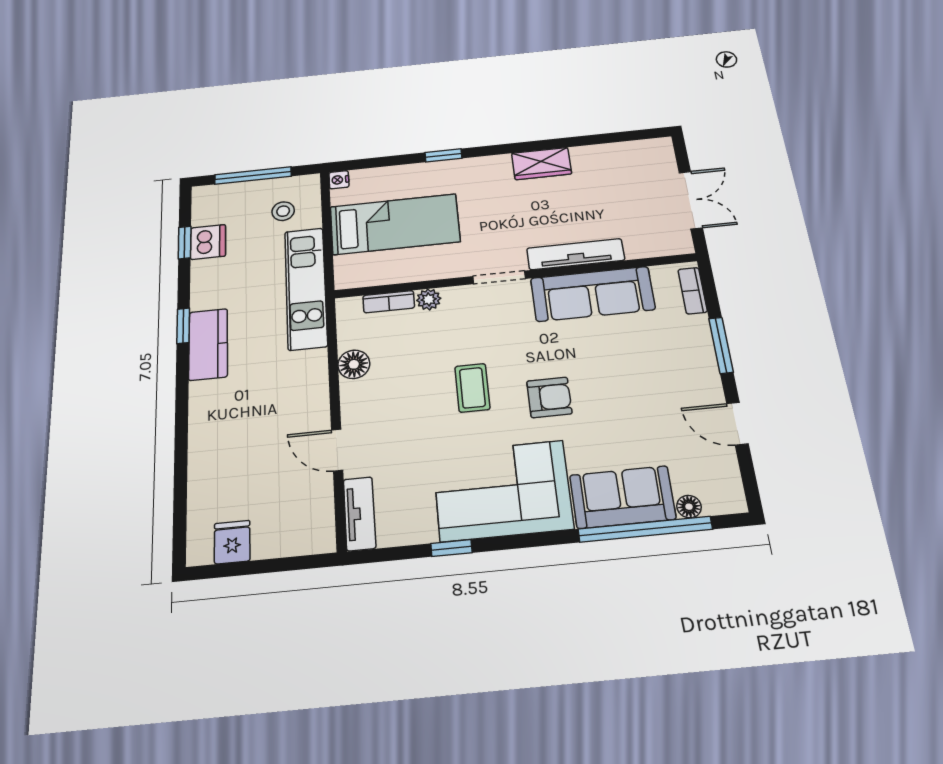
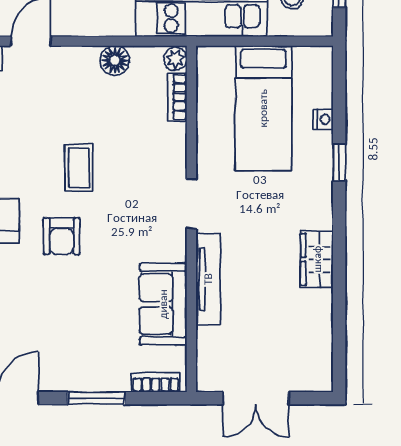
nightstand: (339, 180) -> (324, 119), moved, turned 90
sofa: (593, 294) -> (163, 304), width x0.73
plant: (429, 299) -> (175, 59), moved
coffee table: (472, 388) -> (79, 168), turned 90

